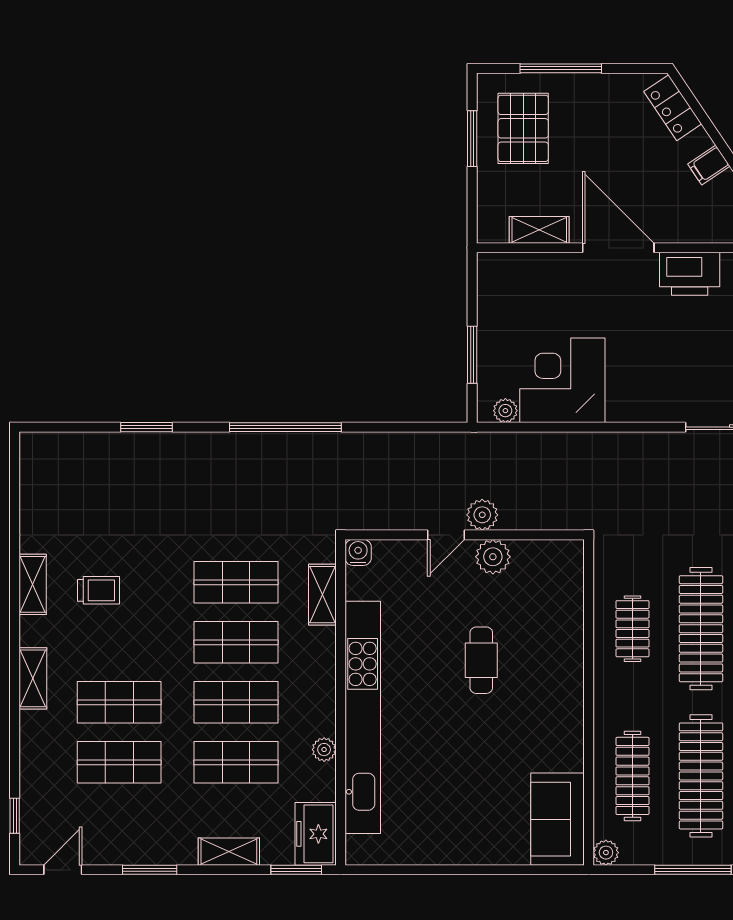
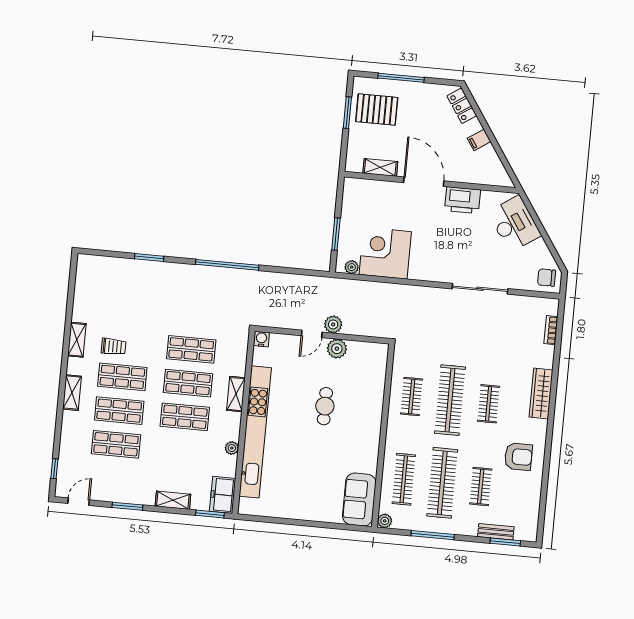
pallet: (523, 128) -> (377, 110), turned 90
shelving: (322, 595) -> (236, 394), moved
shop shelf: (236, 762) -> (122, 377), moved

